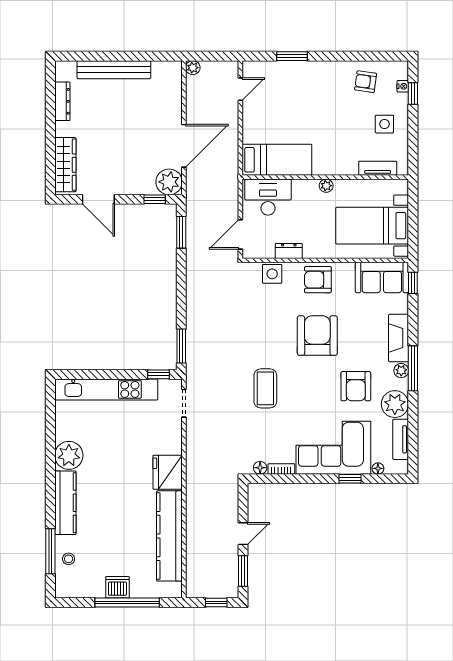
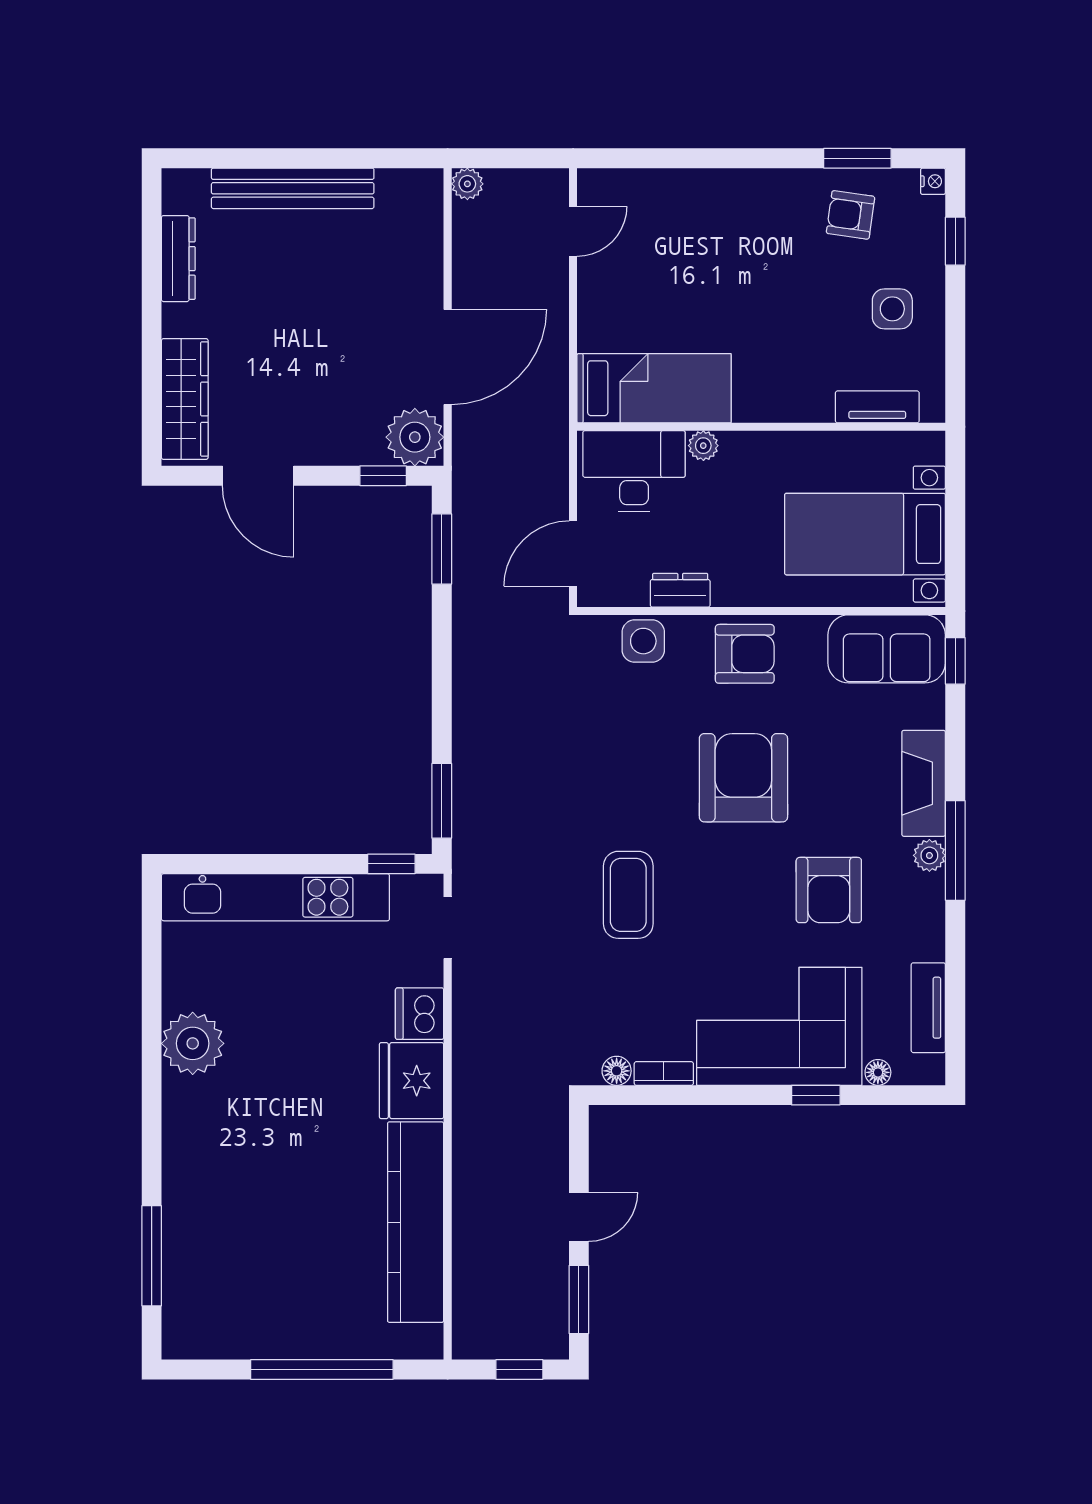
window: (292, 56) -> (857, 158), moved
nightstand: (403, 86) -> (933, 181), moved
plant: (326, 186) -> (703, 446), moved
armchair: (318, 280) -> (745, 654), turned 180
plant: (395, 404) -> (915, 930), removed
kitchen counter: (65, 503) -> (185, 1148), removed
stool: (69, 559) -> (192, 1273), removed
dishwasher: (117, 587) -> (420, 1014), moved, turned -90

